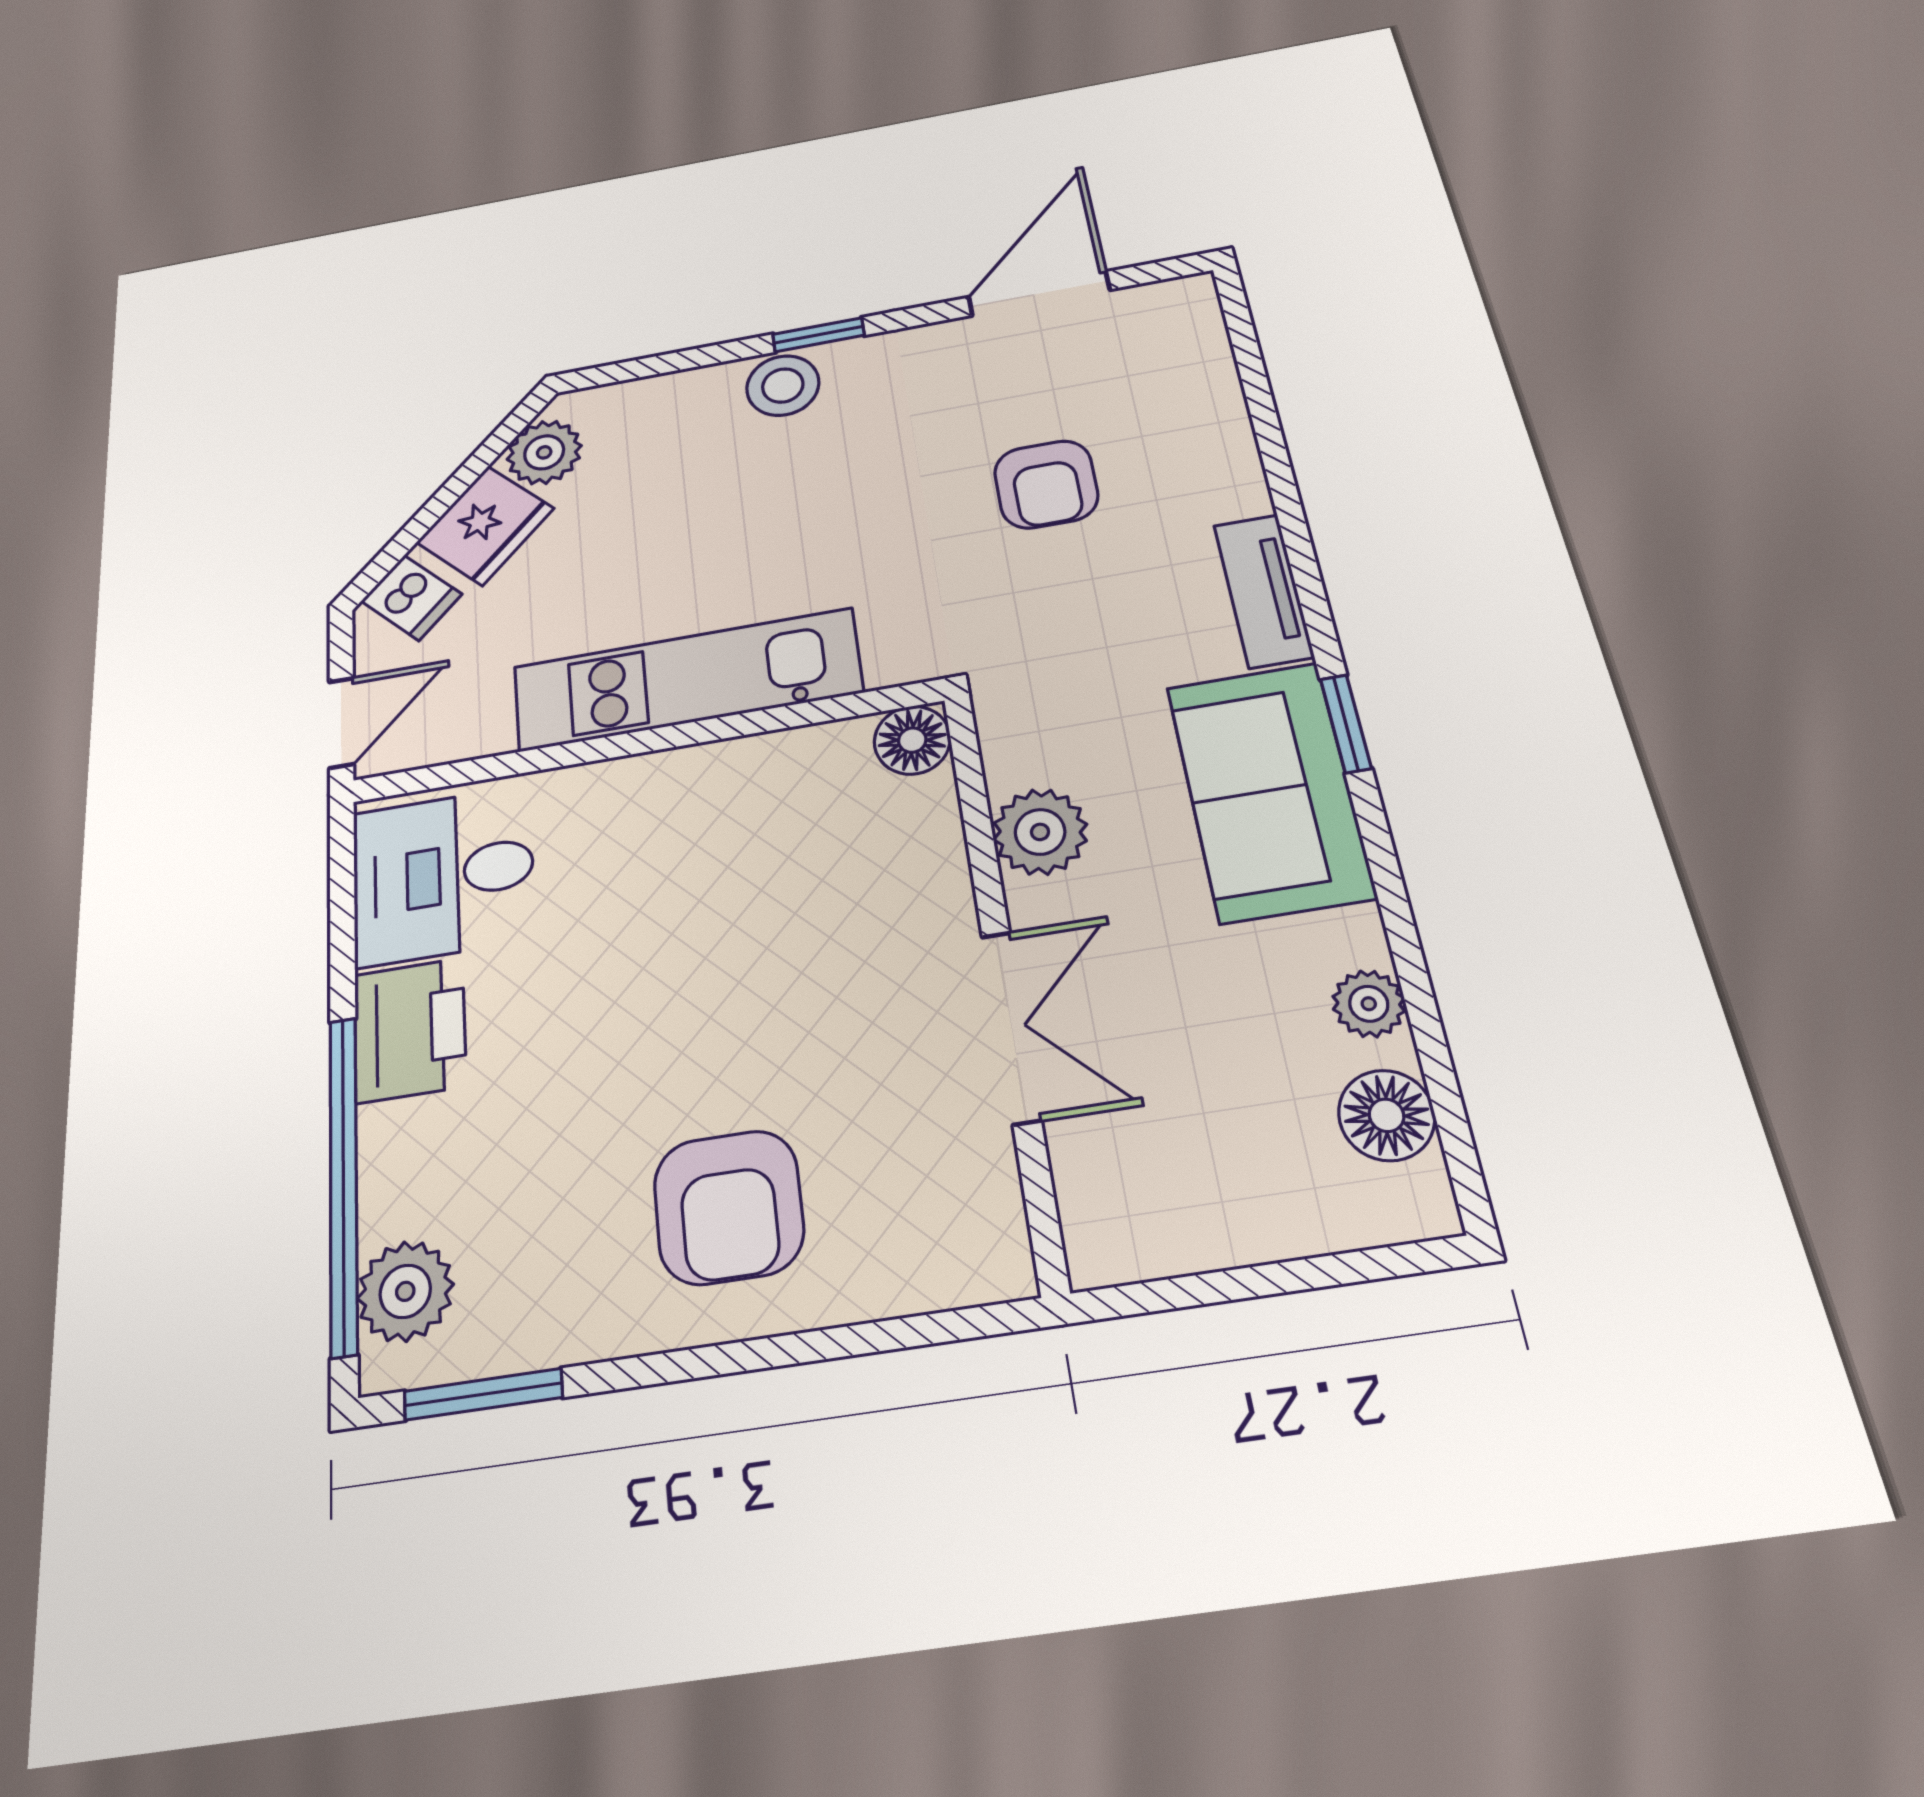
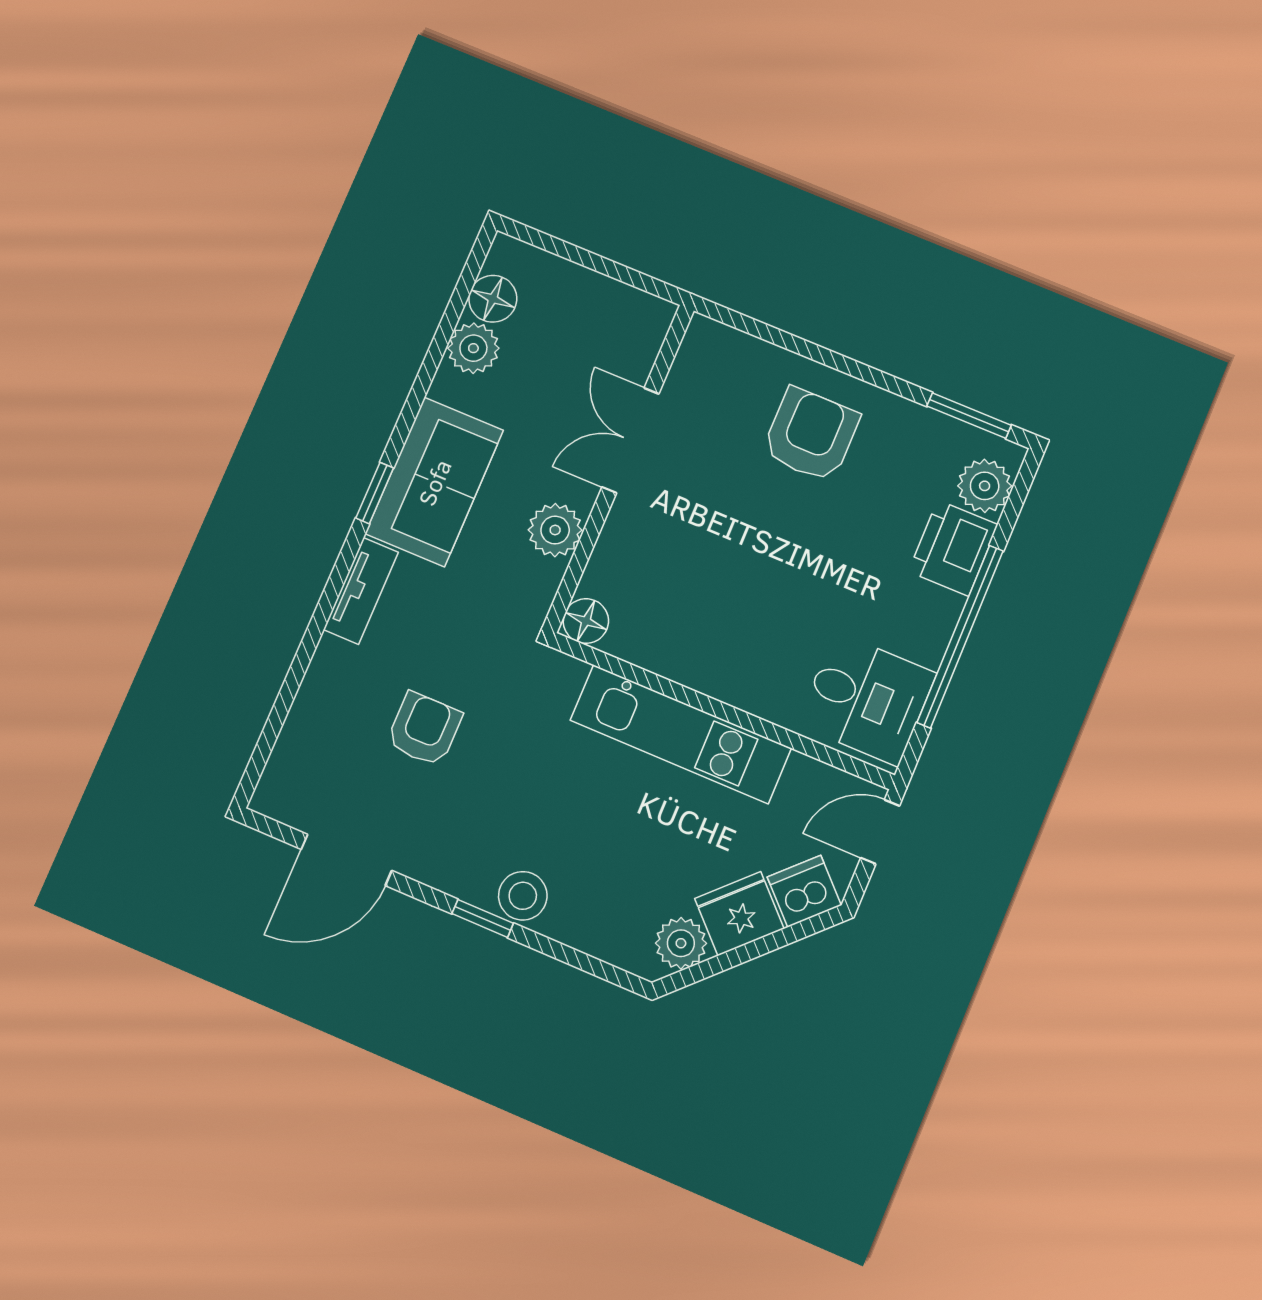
dishwasher: (411, 598) -> (804, 891), width x1.38
plant: (1369, 1004) -> (473, 348), width x1.38, depth x1.38
printer: (410, 1030) -> (953, 548), moved
window: (343, 1182) -> (960, 637), moved

